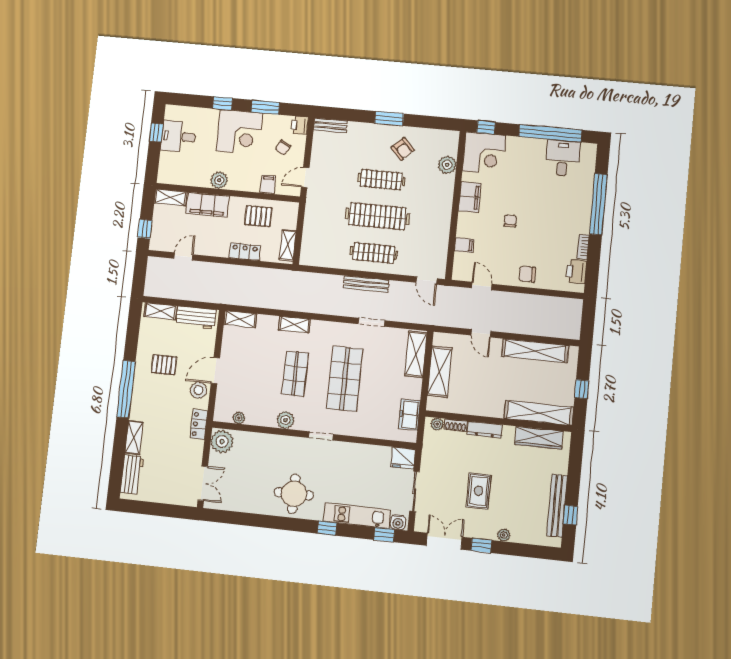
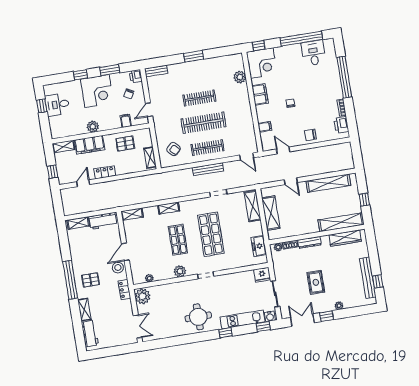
armchair: (403, 149) -> (174, 149), moved
locker: (245, 252) -> (105, 172), moved
pallet: (164, 365) -> (91, 280), moved

